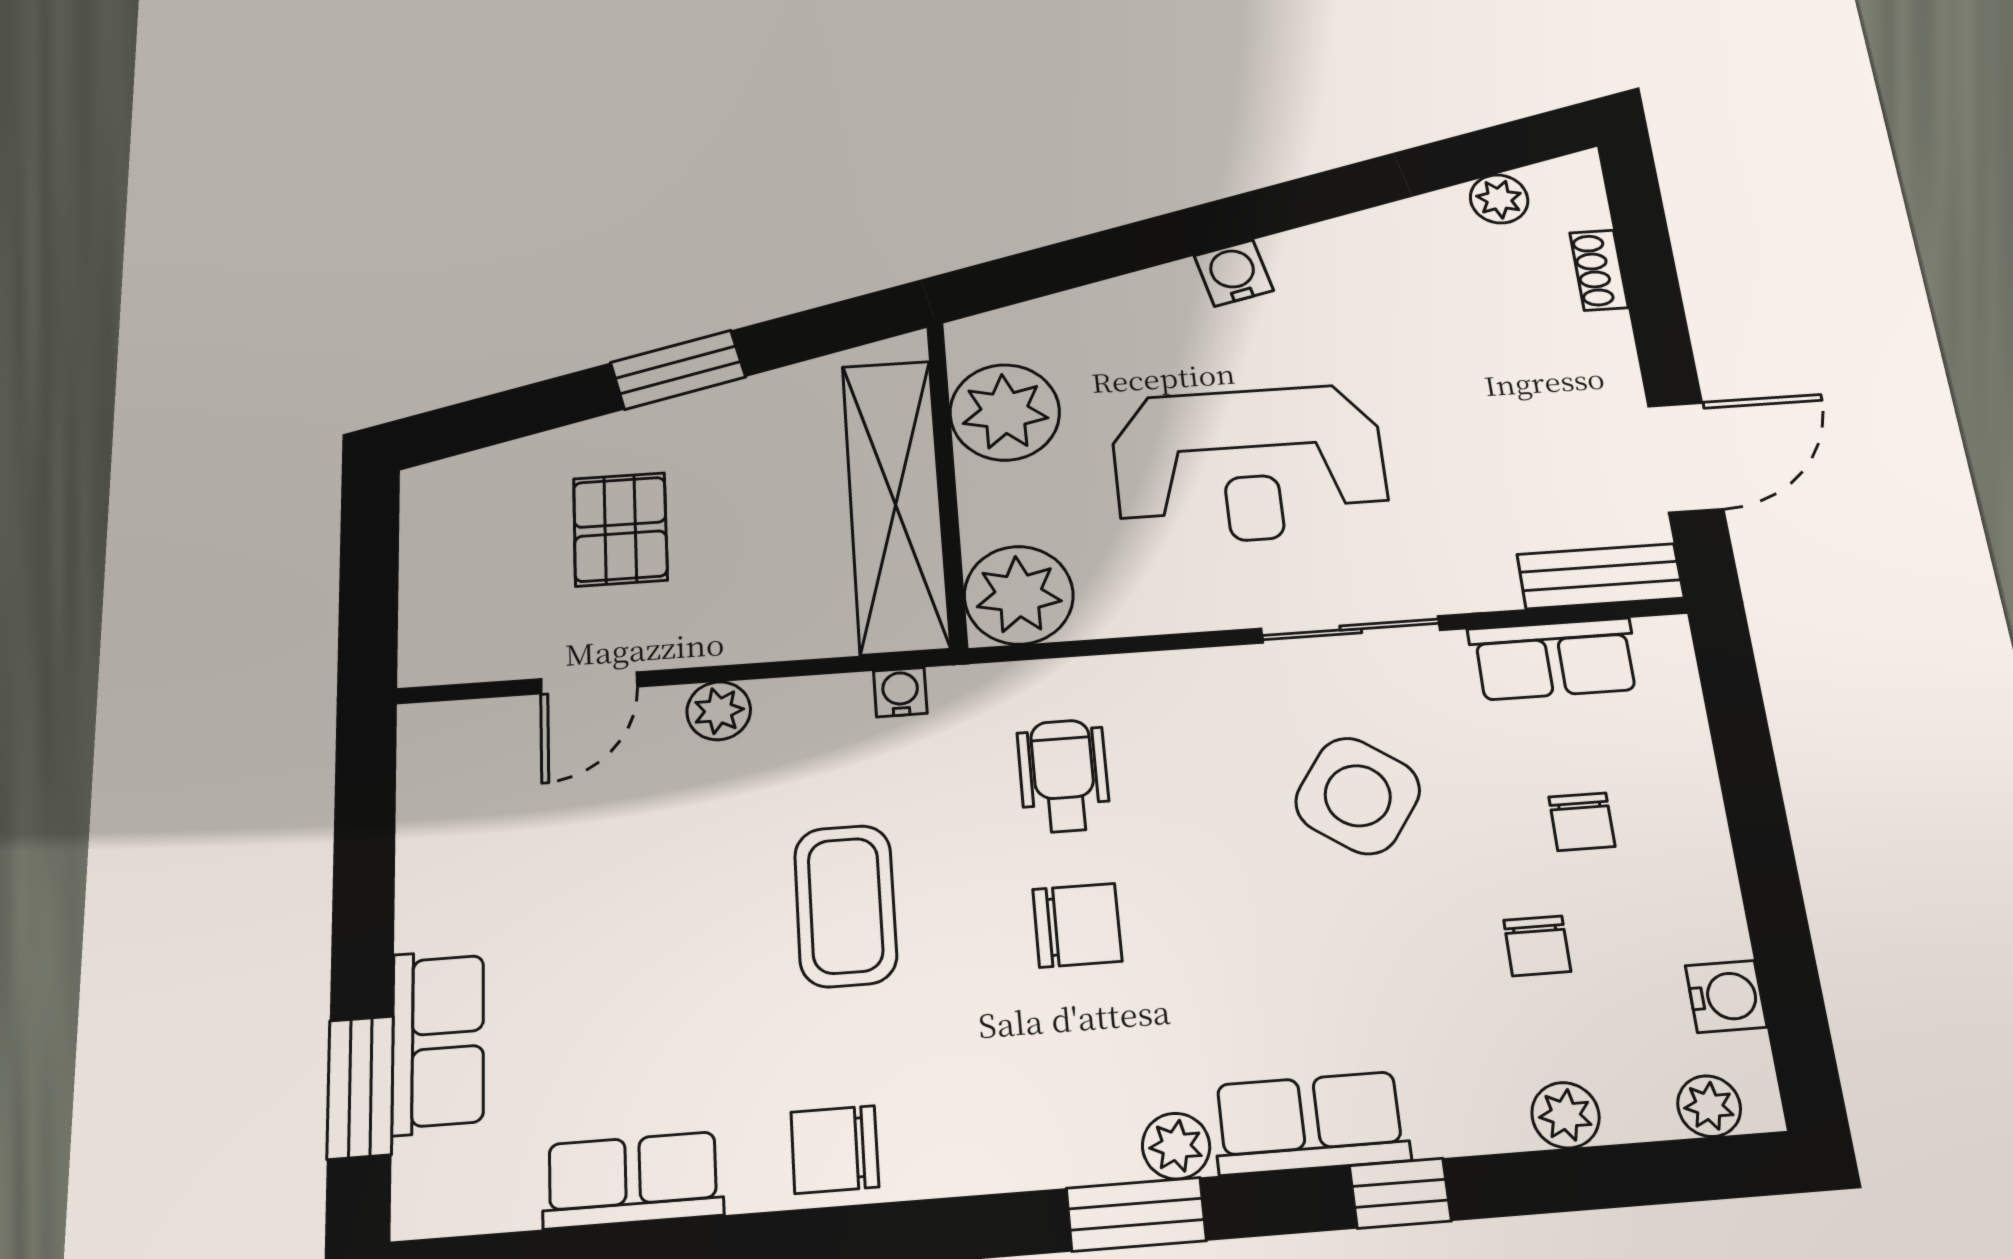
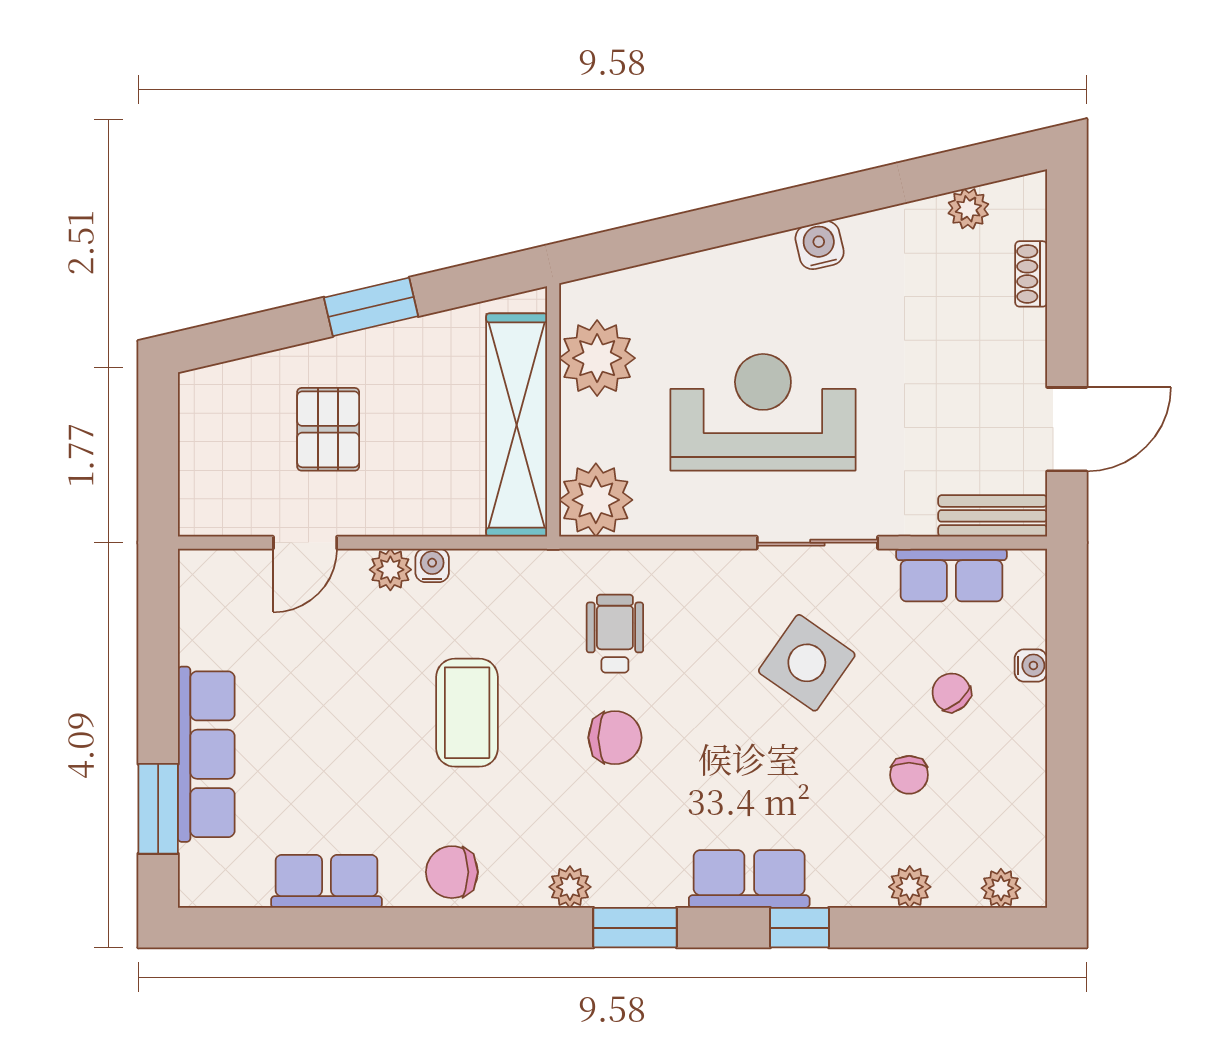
water cooler: (1234, 273) -> (820, 245), moved
reception desk: (1249, 465) -> (763, 412), turned 180
water cooler: (900, 692) -> (432, 565), moved
chair: (1582, 822) -> (951, 692), turned 139
water cooler: (1726, 996) -> (1031, 665), moved, width x0.72, depth x0.72
row of seats: (438, 1041) -> (206, 754), width x1.48
plant: (1176, 1146) -> (570, 887), moved

